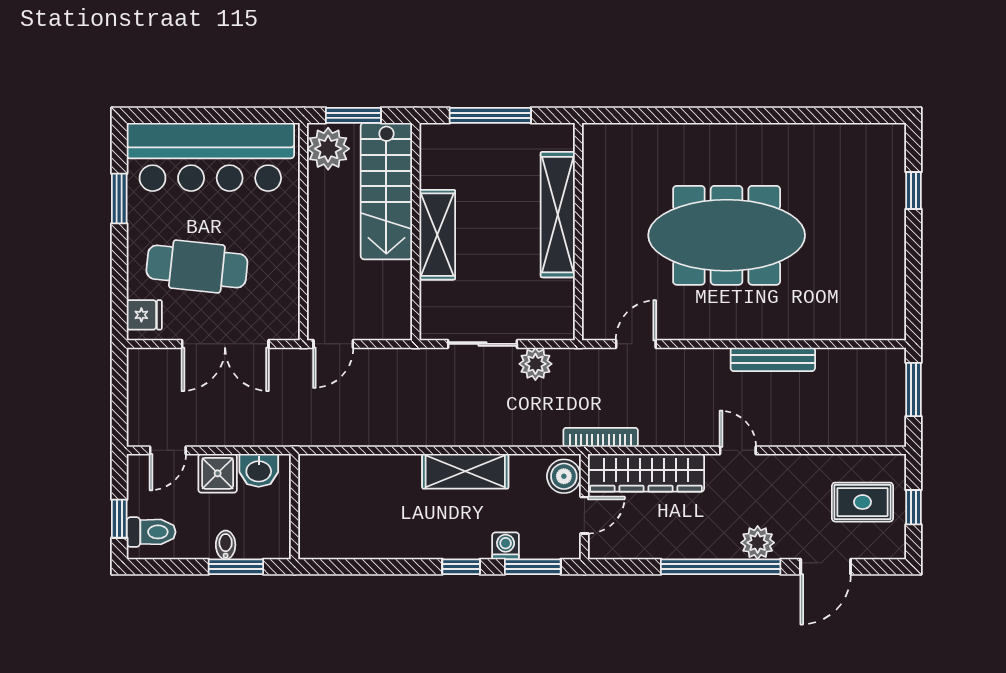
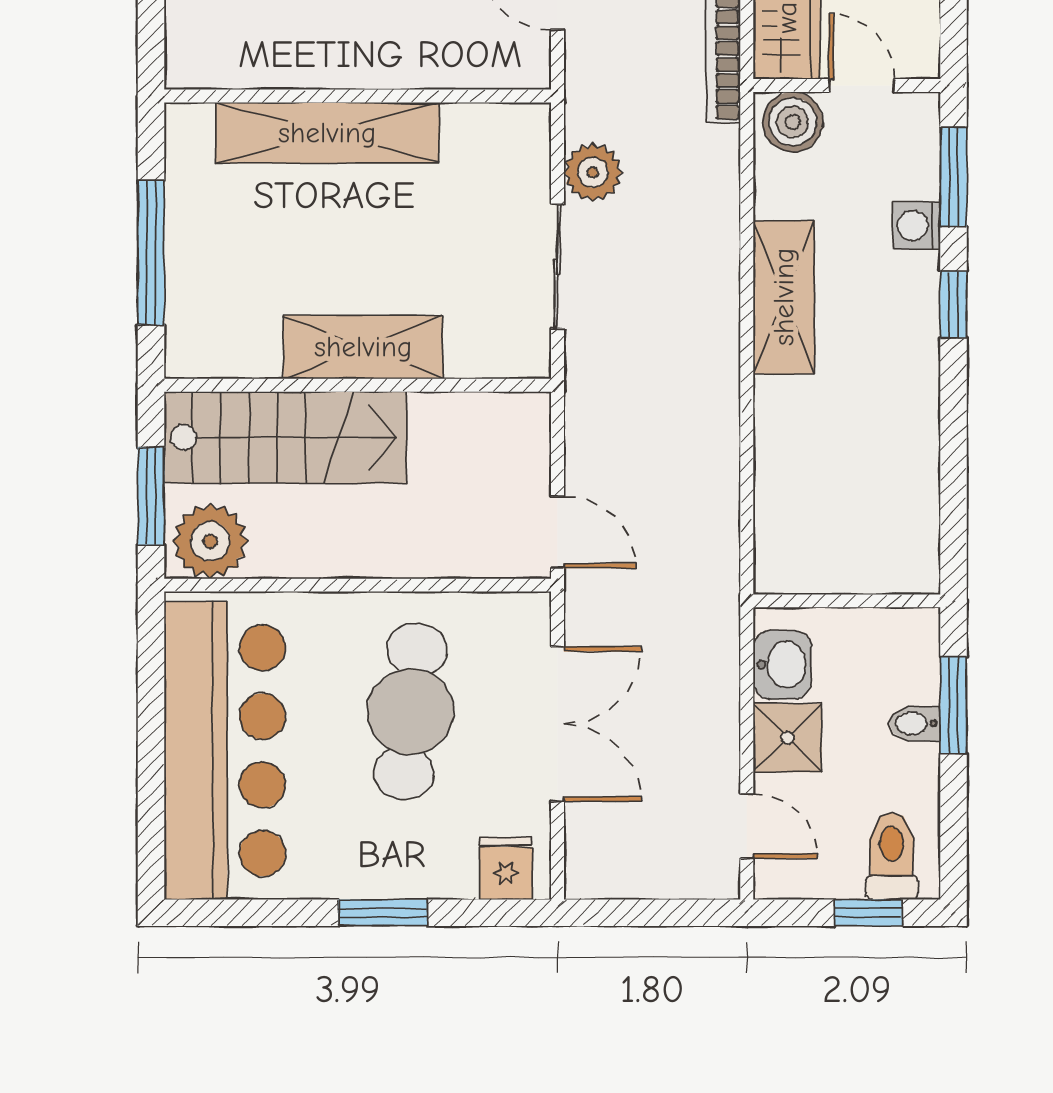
window: (119, 199) -> (383, 913), moved
cafe table: (197, 267) -> (410, 711), moved

